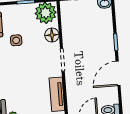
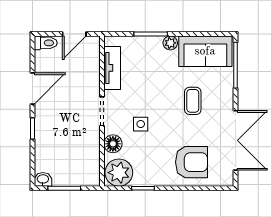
side table: (16, 40) -> (141, 124), moved

